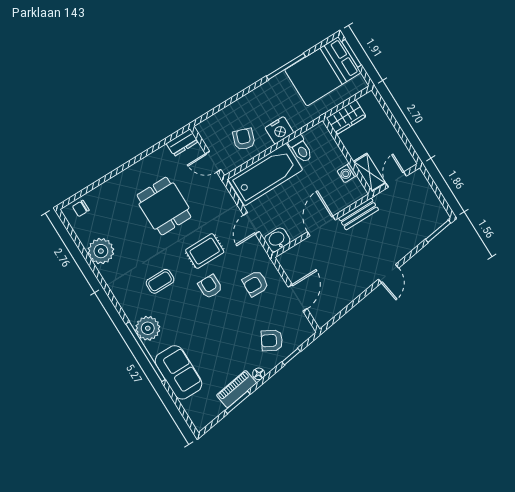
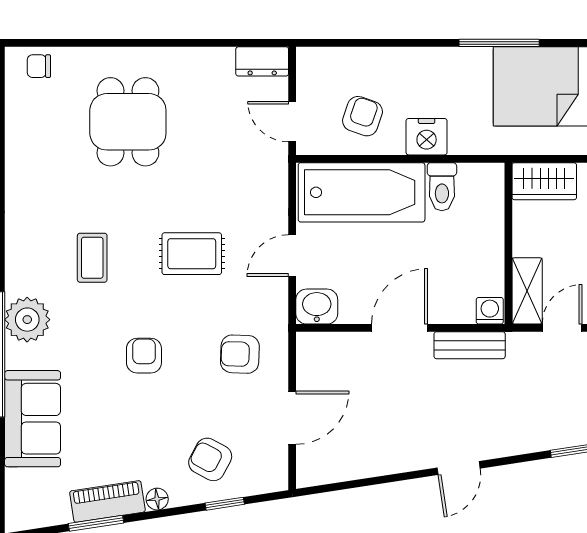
washing machine: (347, 173) -> (490, 311), moved, turned 90
dining table: (164, 206) -> (128, 122), moved
plant: (101, 251) -> (29, 153), removed
coffee table: (160, 281) -> (92, 258), turned 90
armchair: (210, 287) -> (144, 356), moved

